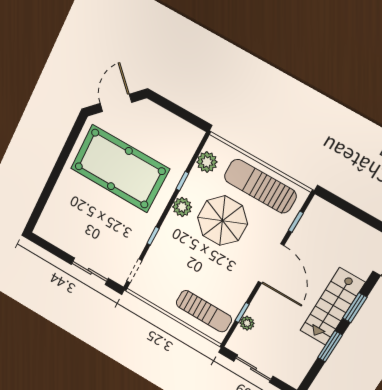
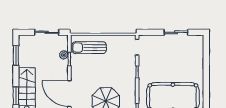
plant: (182, 207) -> (130, 96), removed
sliding door: (90, 271) -> (176, 32), moved
window: (330, 346) -> (16, 56), moved

